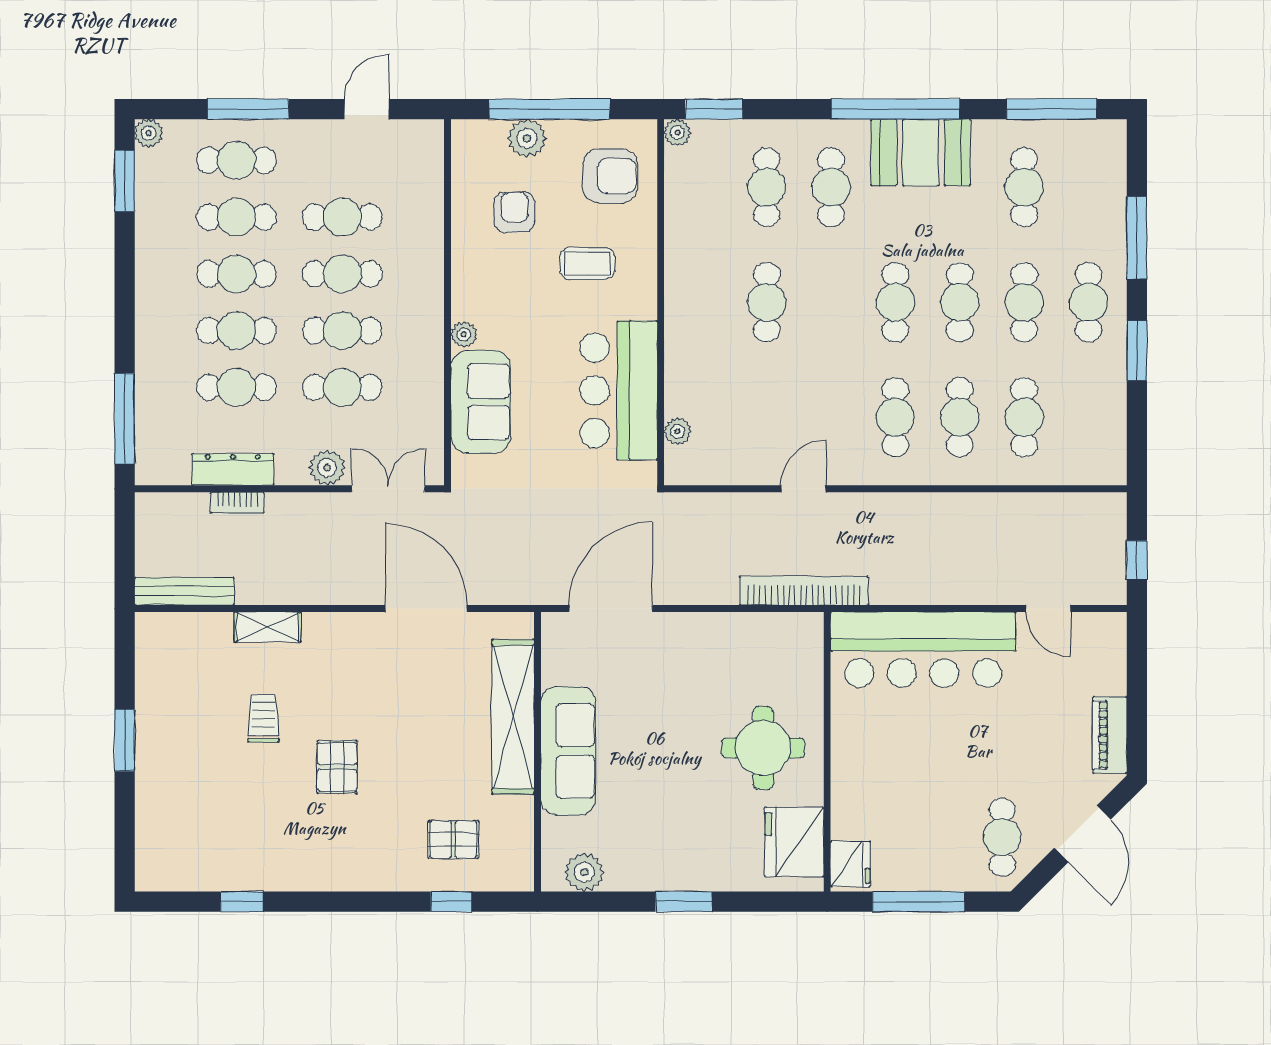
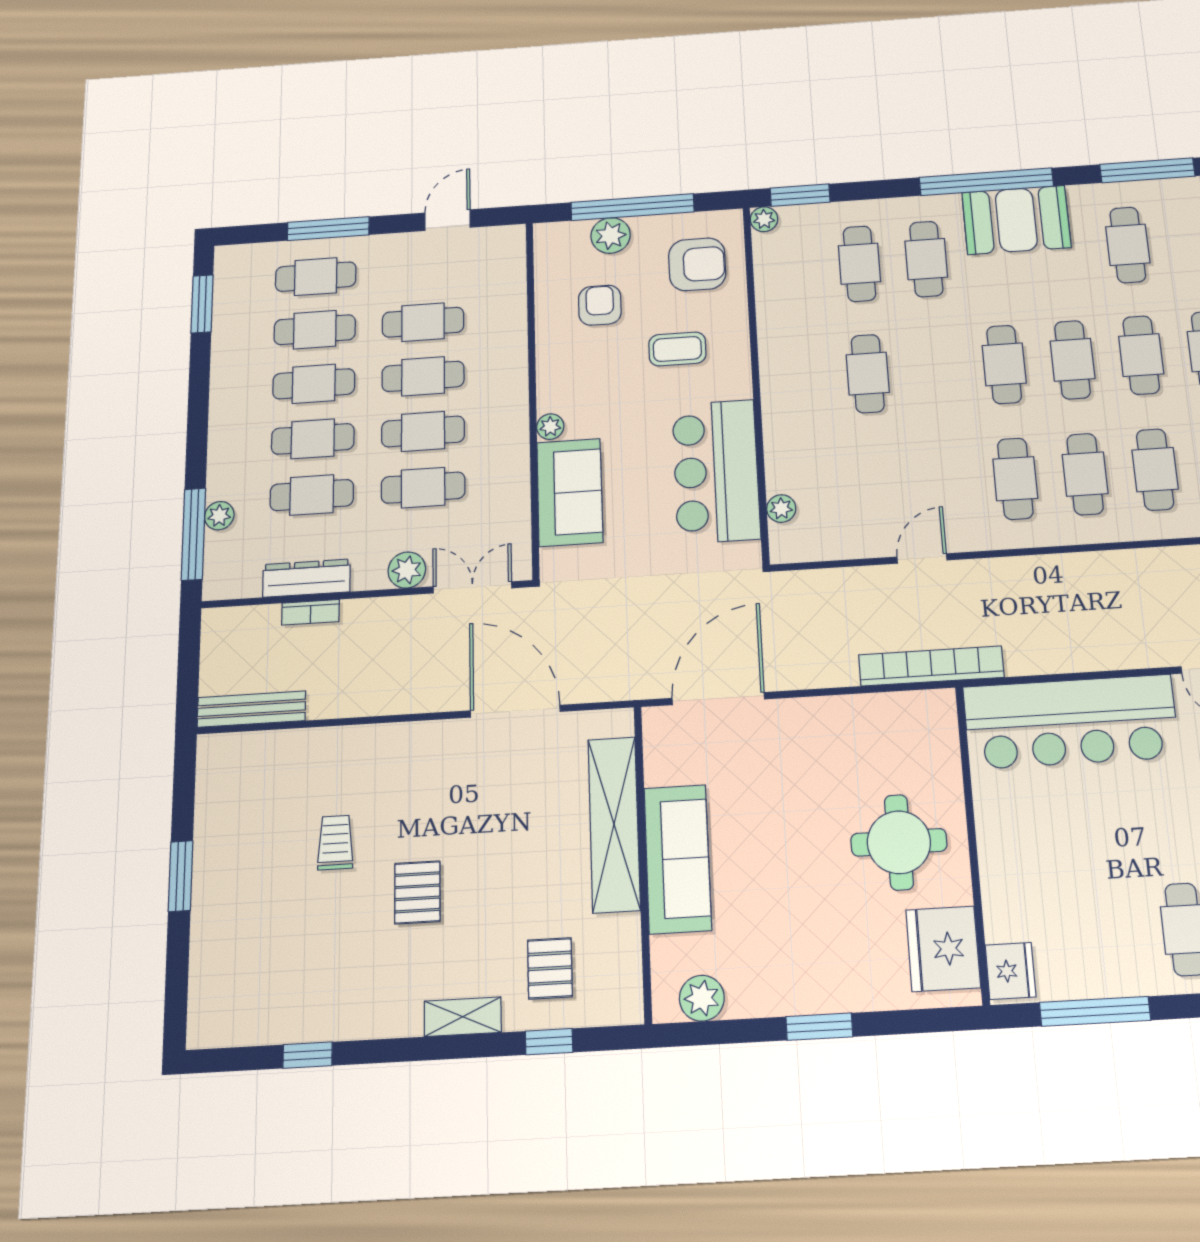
plant: (149, 133) -> (219, 516), moved
shelving: (267, 627) -> (463, 1017), moved
pallet: (453, 839) -> (550, 968), turned 90

